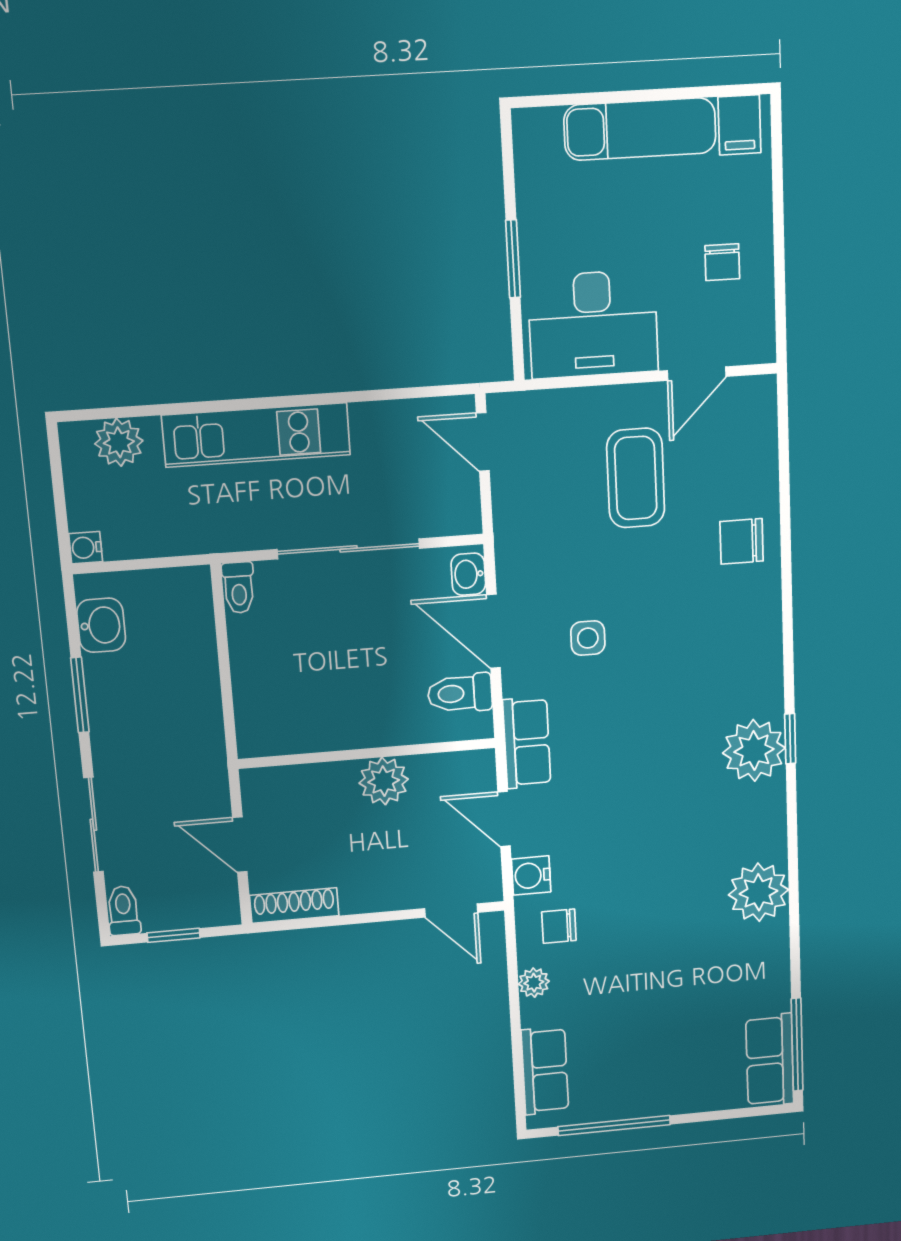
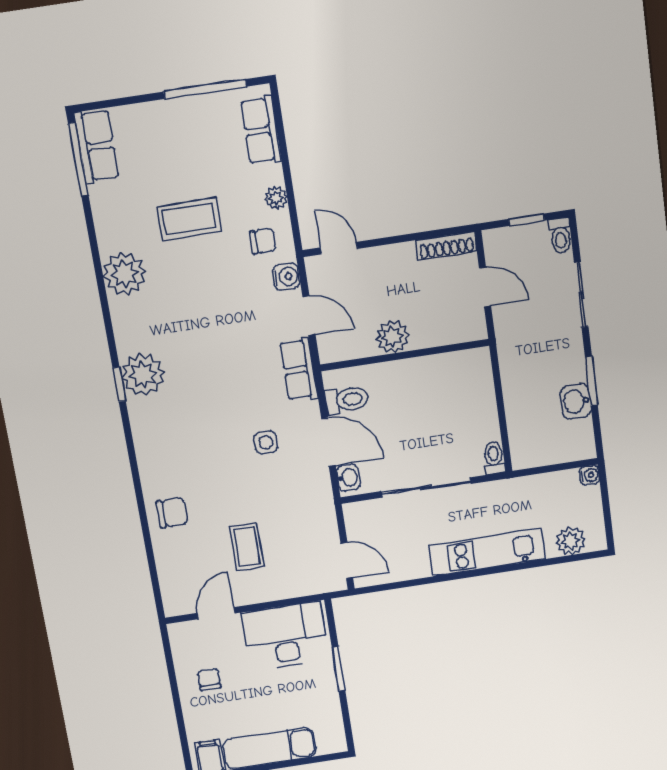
coffee table: (636, 478) -> (247, 547), width x0.73, depth x0.77
washbasin: (101, 625) -> (576, 401), moved
coffee table: (658, 960) -> (189, 219), added

